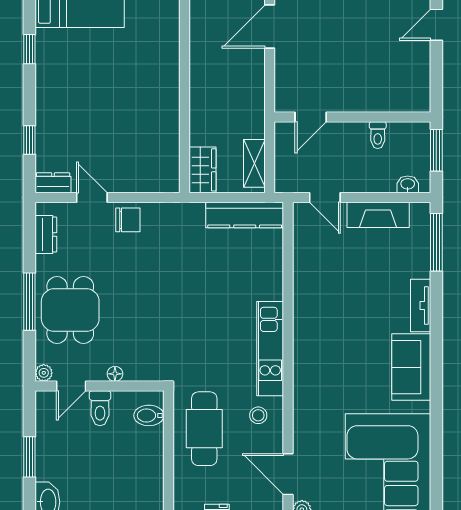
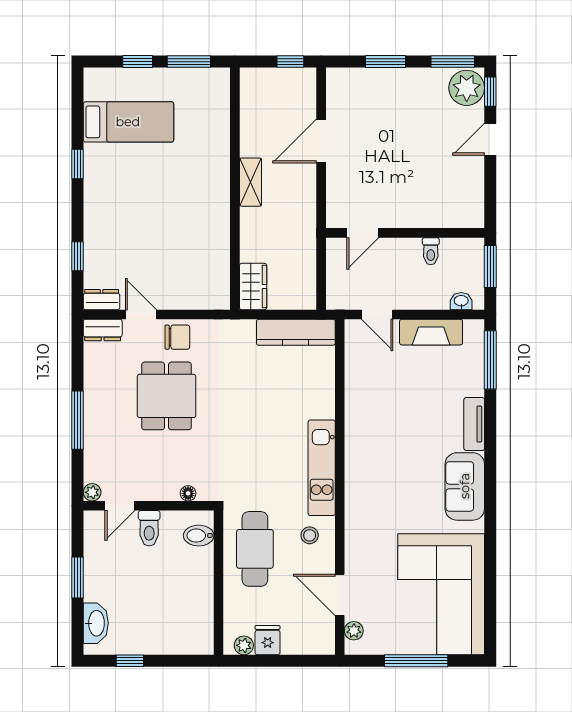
shelving: (254, 163) -> (250, 182), moved
dresser: (46, 234) -> (103, 330), moved, turned 90
dining table: (70, 310) -> (167, 396), moved
floor lamp: (115, 374) -> (188, 493), moved

